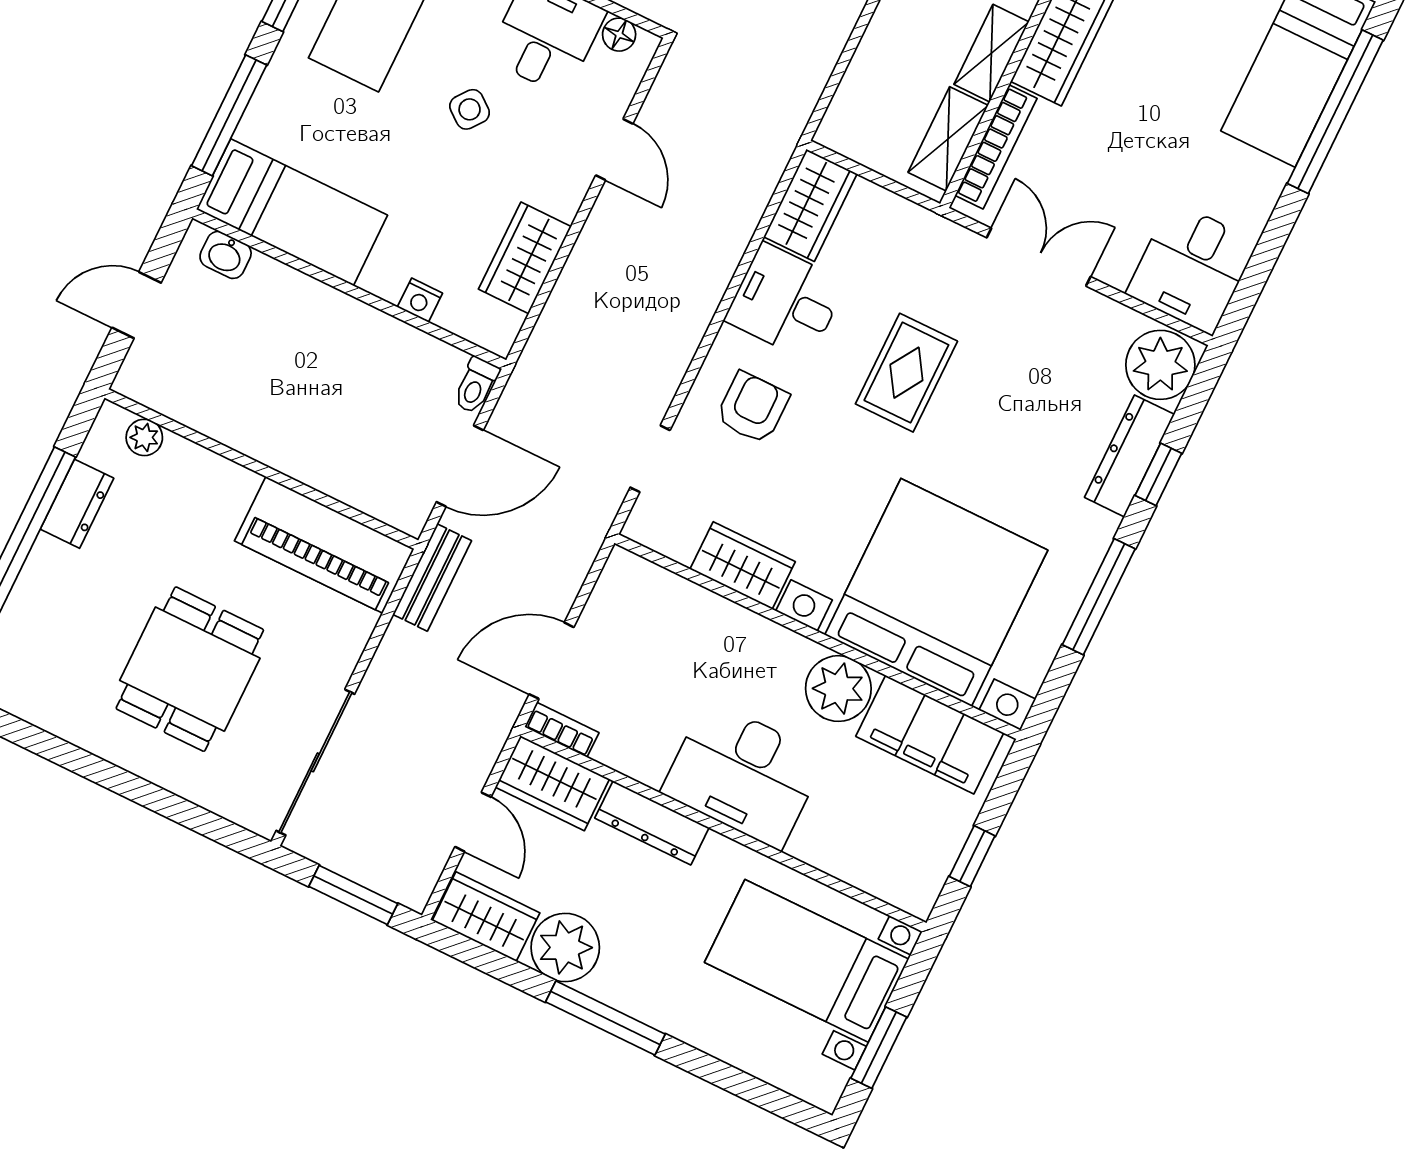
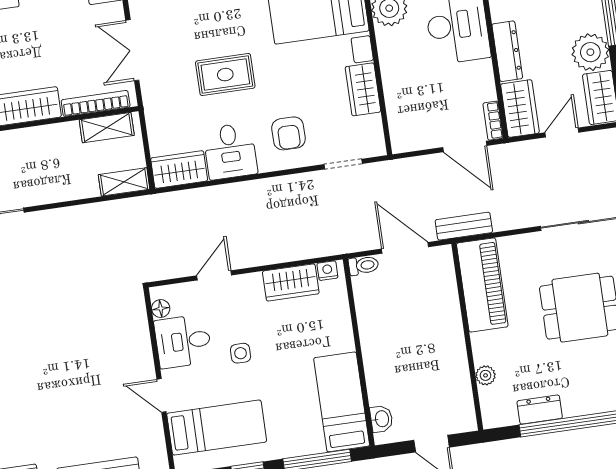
shelving: (991, 53) -> (124, 182), moved
side table: (470, 109) -> (241, 353), turned -38
nightstand: (420, 300) -> (327, 271), moved, turned -90
armchair: (752, 408) -> (288, 133), turned -90
plant: (144, 437) -> (486, 375), moved

